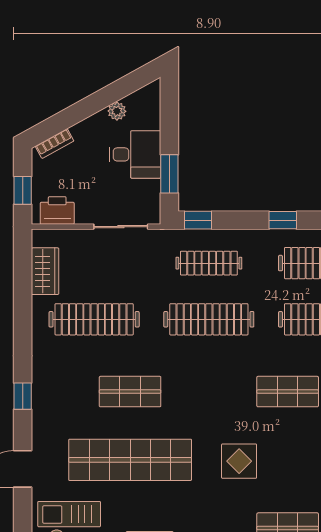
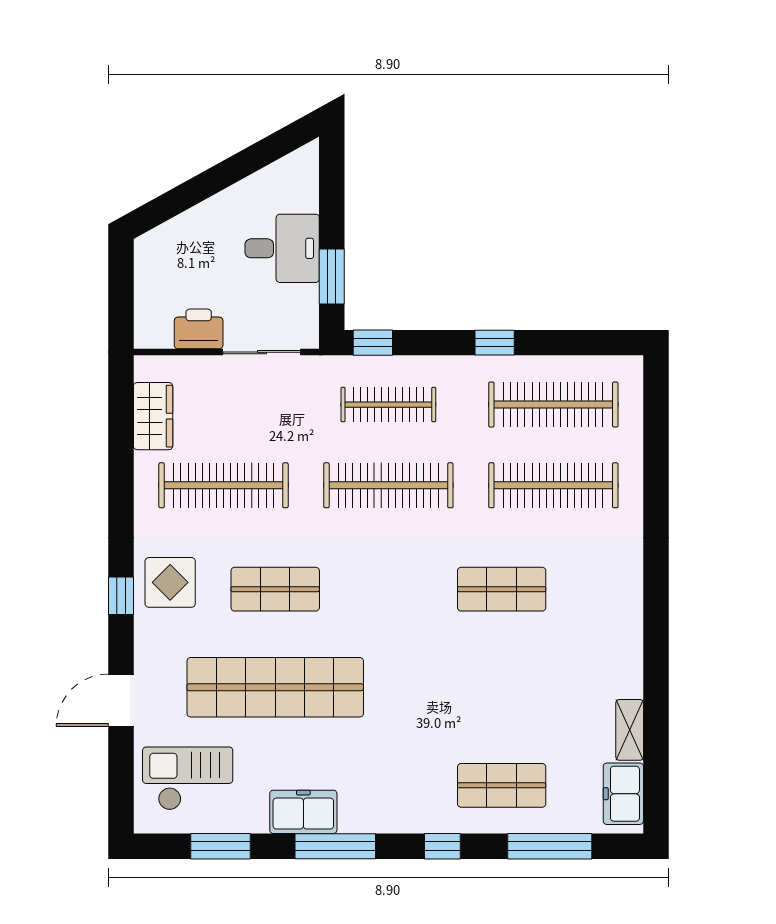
plant: (117, 111) -> (256, 186), removed
bookcase: (54, 144) -> (167, 233), removed
window: (23, 190) -> (121, 300), removed
printer: (57, 211) -> (199, 329), moved
display table: (239, 461) -> (170, 582), moved

